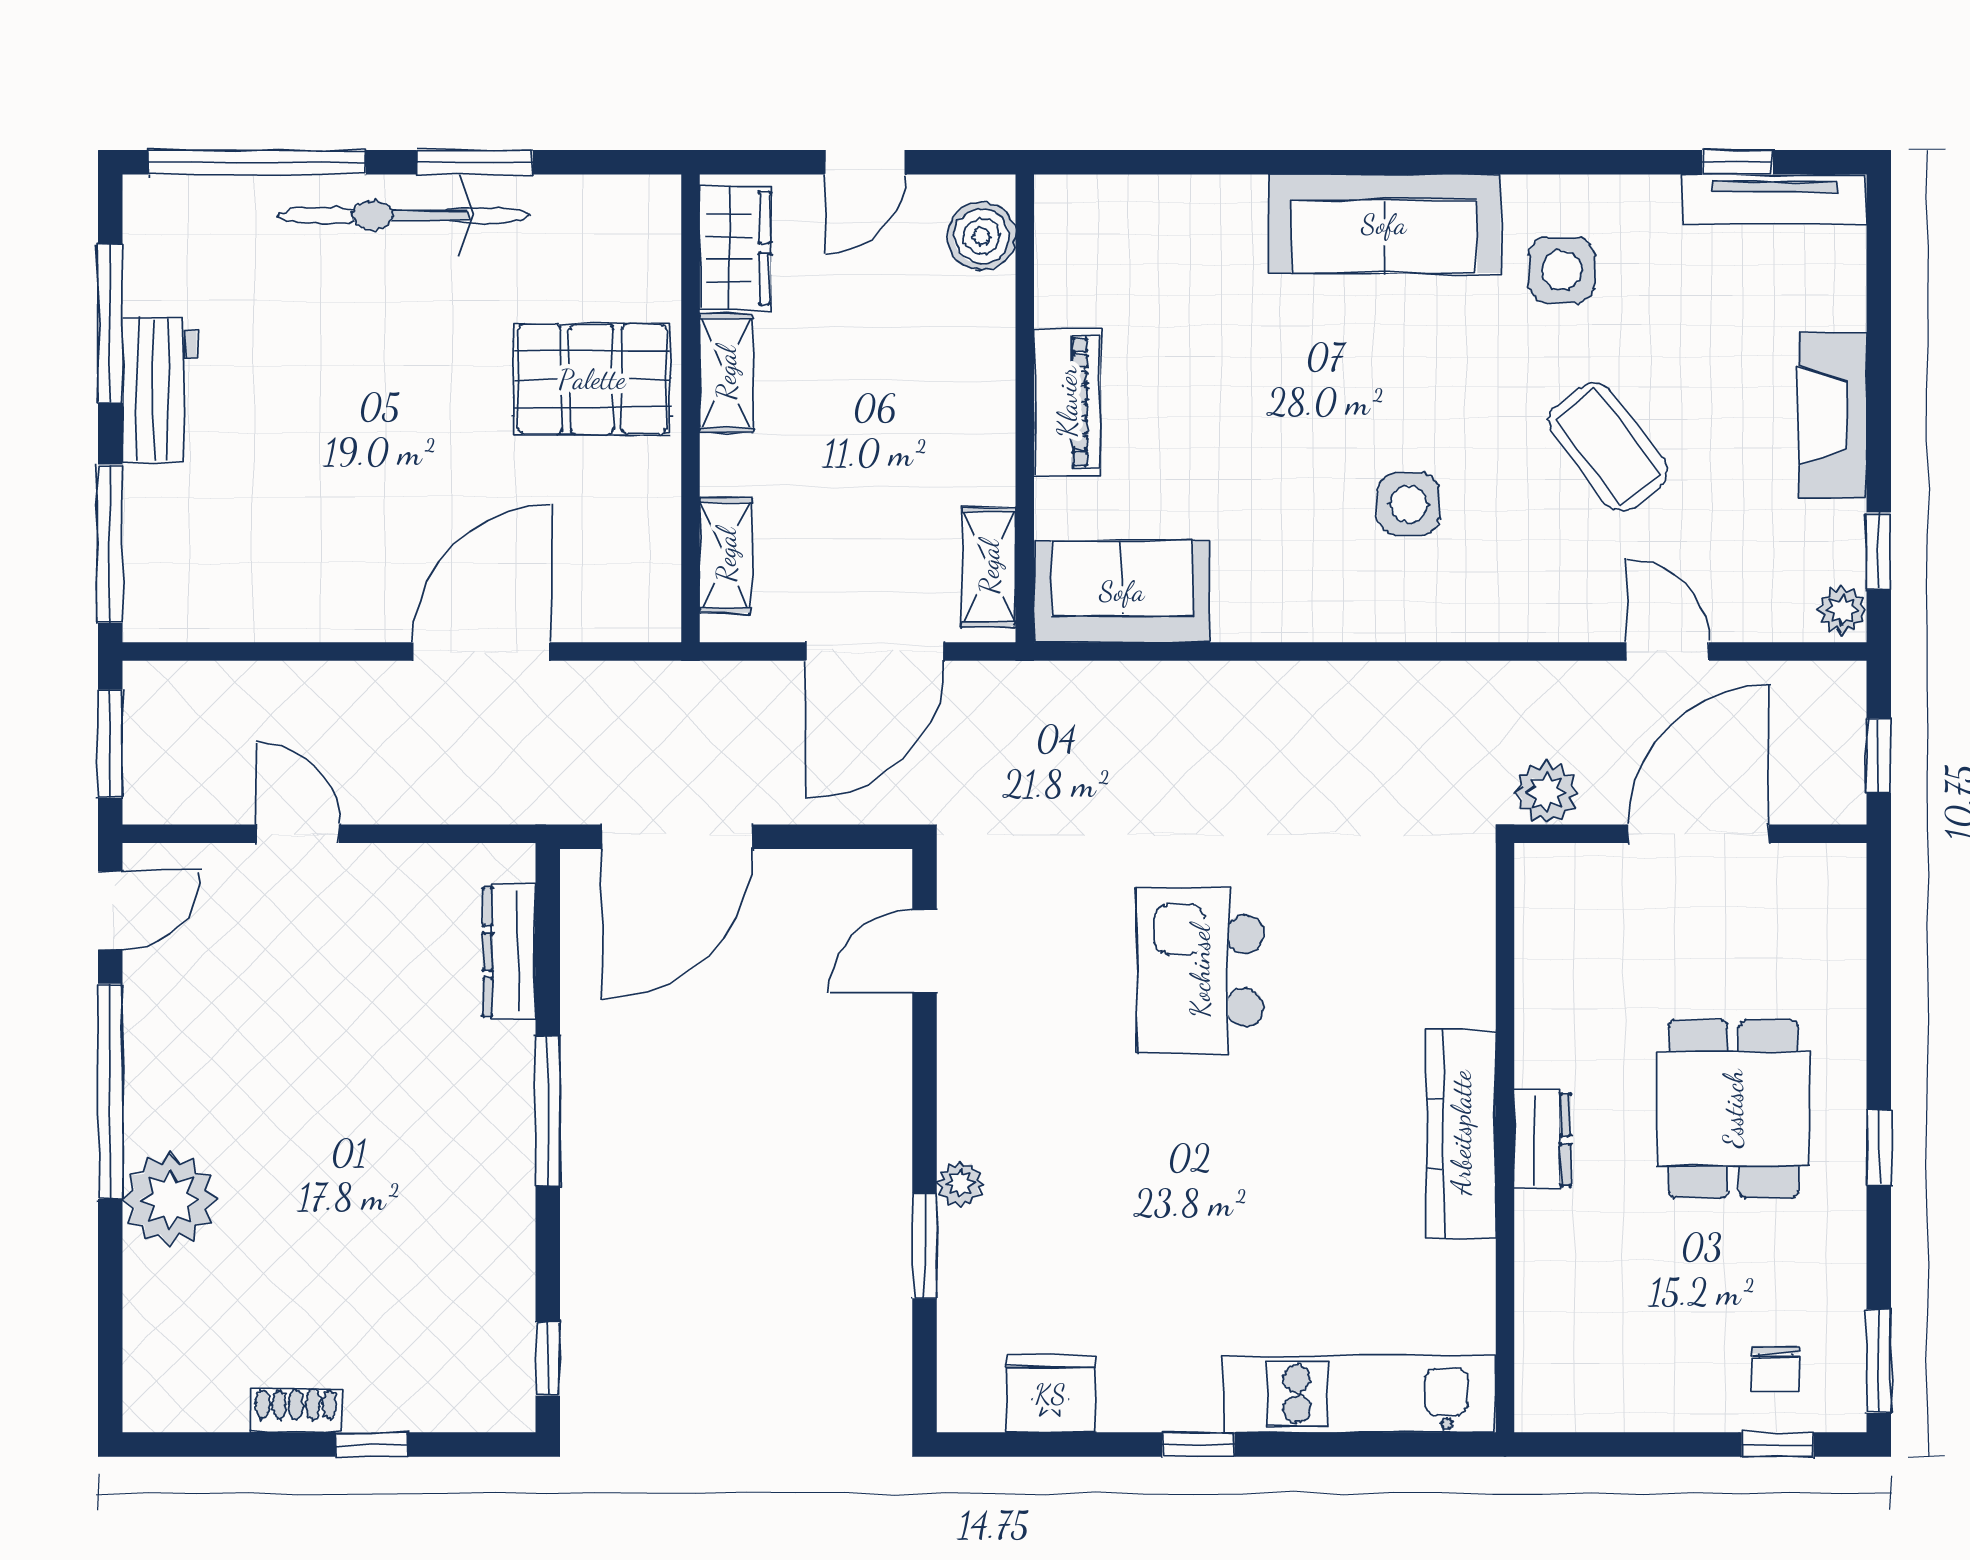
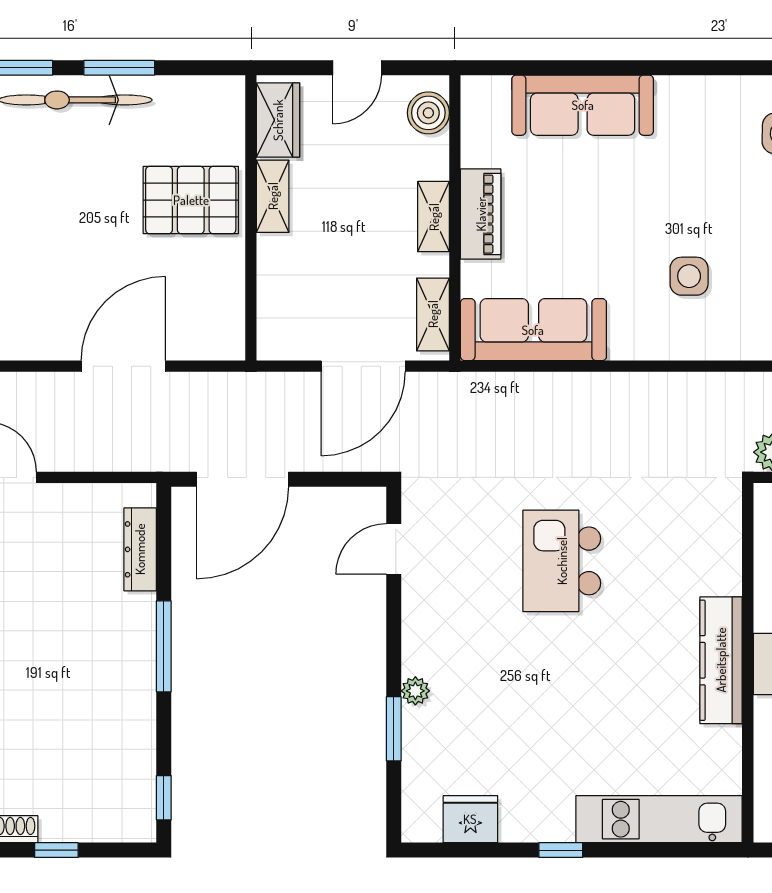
sofa: (1384, 224) -> (583, 105), moved
shelving: (726, 555) -> (434, 217), moved
sofa: (1122, 591) -> (533, 330), width x1.36

